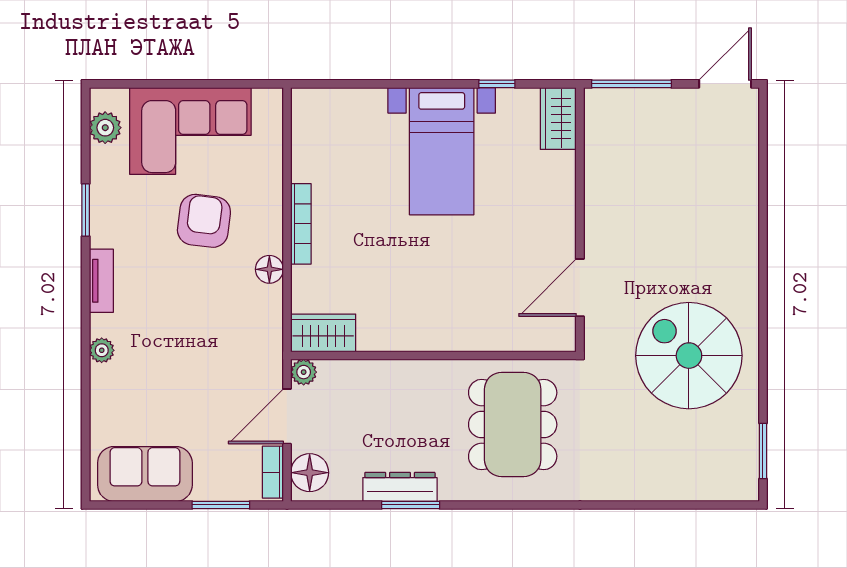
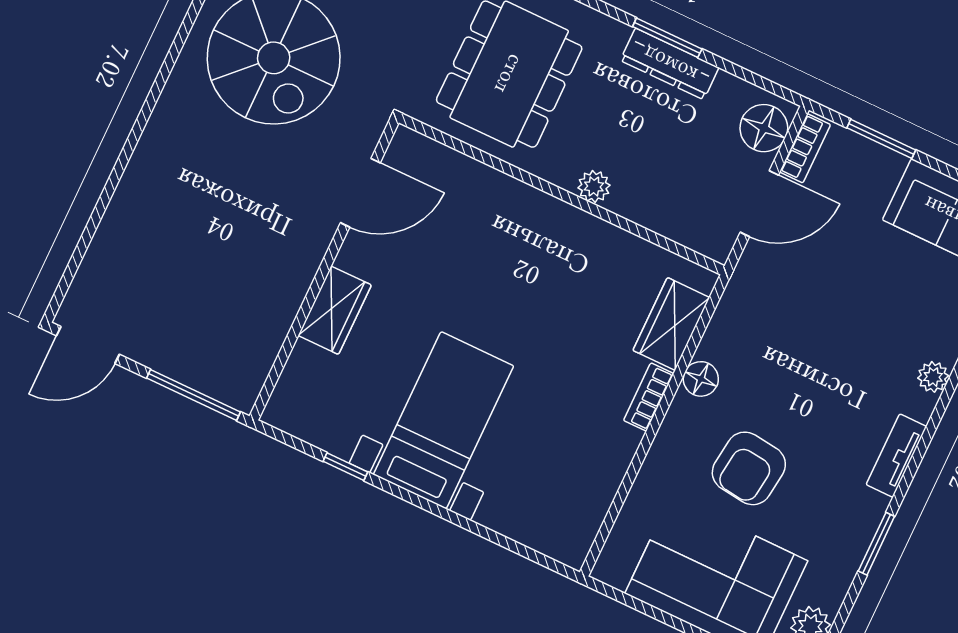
wardrobe: (558, 119) -> (335, 310), moved
bookcase: (301, 224) -> (649, 397), width x0.64
wardrobe: (323, 333) -> (671, 324), moved, turned 90
plant: (304, 372) -> (594, 186), moved

